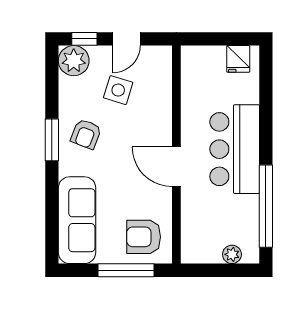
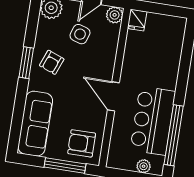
plant: (161, 57) -> (115, 15), added
fridge: (238, 59) -> (137, 20), moved
bar counter: (235, 149) -> (153, 121), moved

